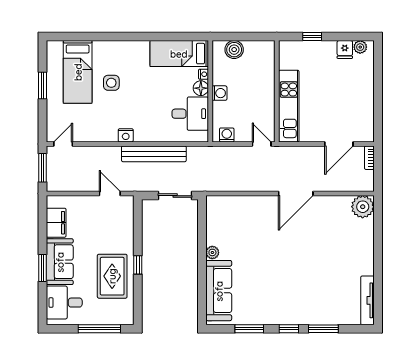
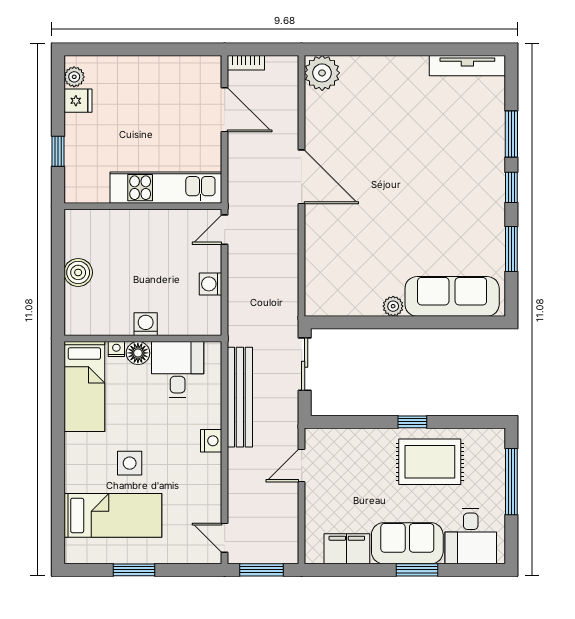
bed: (179, 54) -> (84, 386), moved
nightstand: (203, 74) -> (116, 349), moved
floor lamp: (201, 88) -> (138, 353), moved
wall: (210, 91) -> (143, 338), moved
washing machine: (219, 93) -> (146, 324), moved
desk: (190, 114) -> (178, 369), moved

